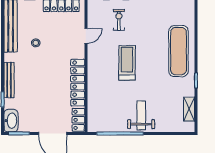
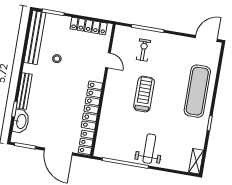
door: (86, 36) -> (108, 60), hinge flipped
shelving: (189, 109) -> (196, 161), moved
washbasin: (11, 121) -> (21, 121), moved

